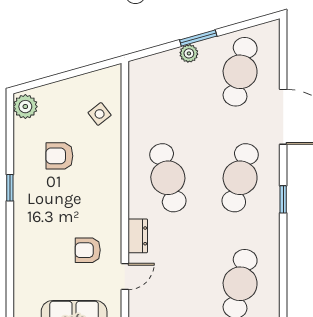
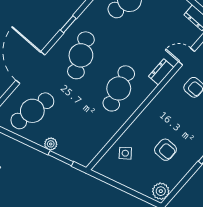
window: (198, 38) -> (61, 158), moved
cafe table: (240, 178) -> (81, 55), turned -39

